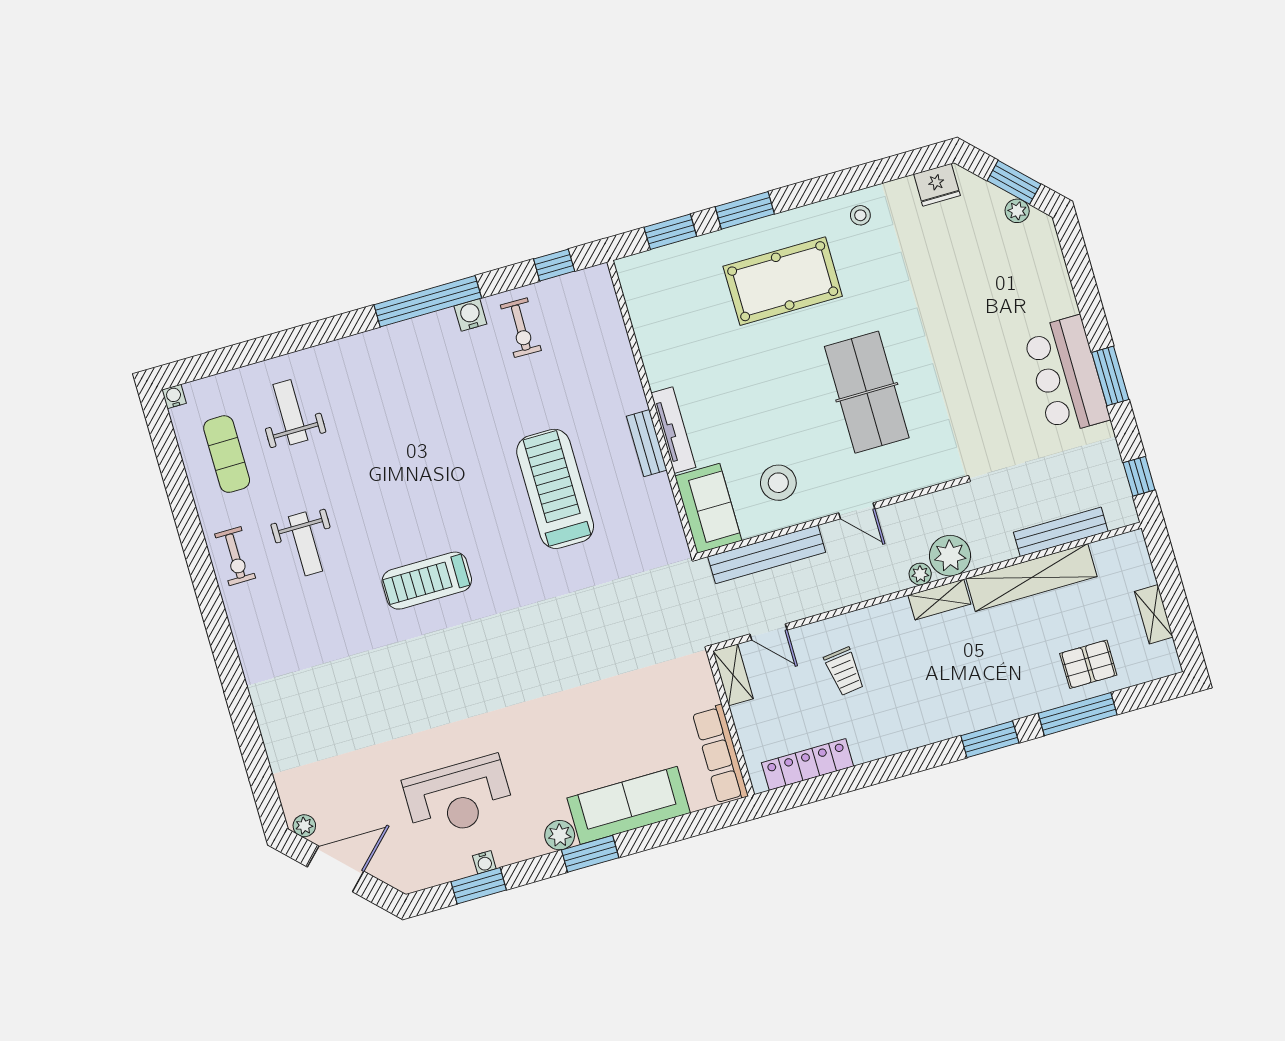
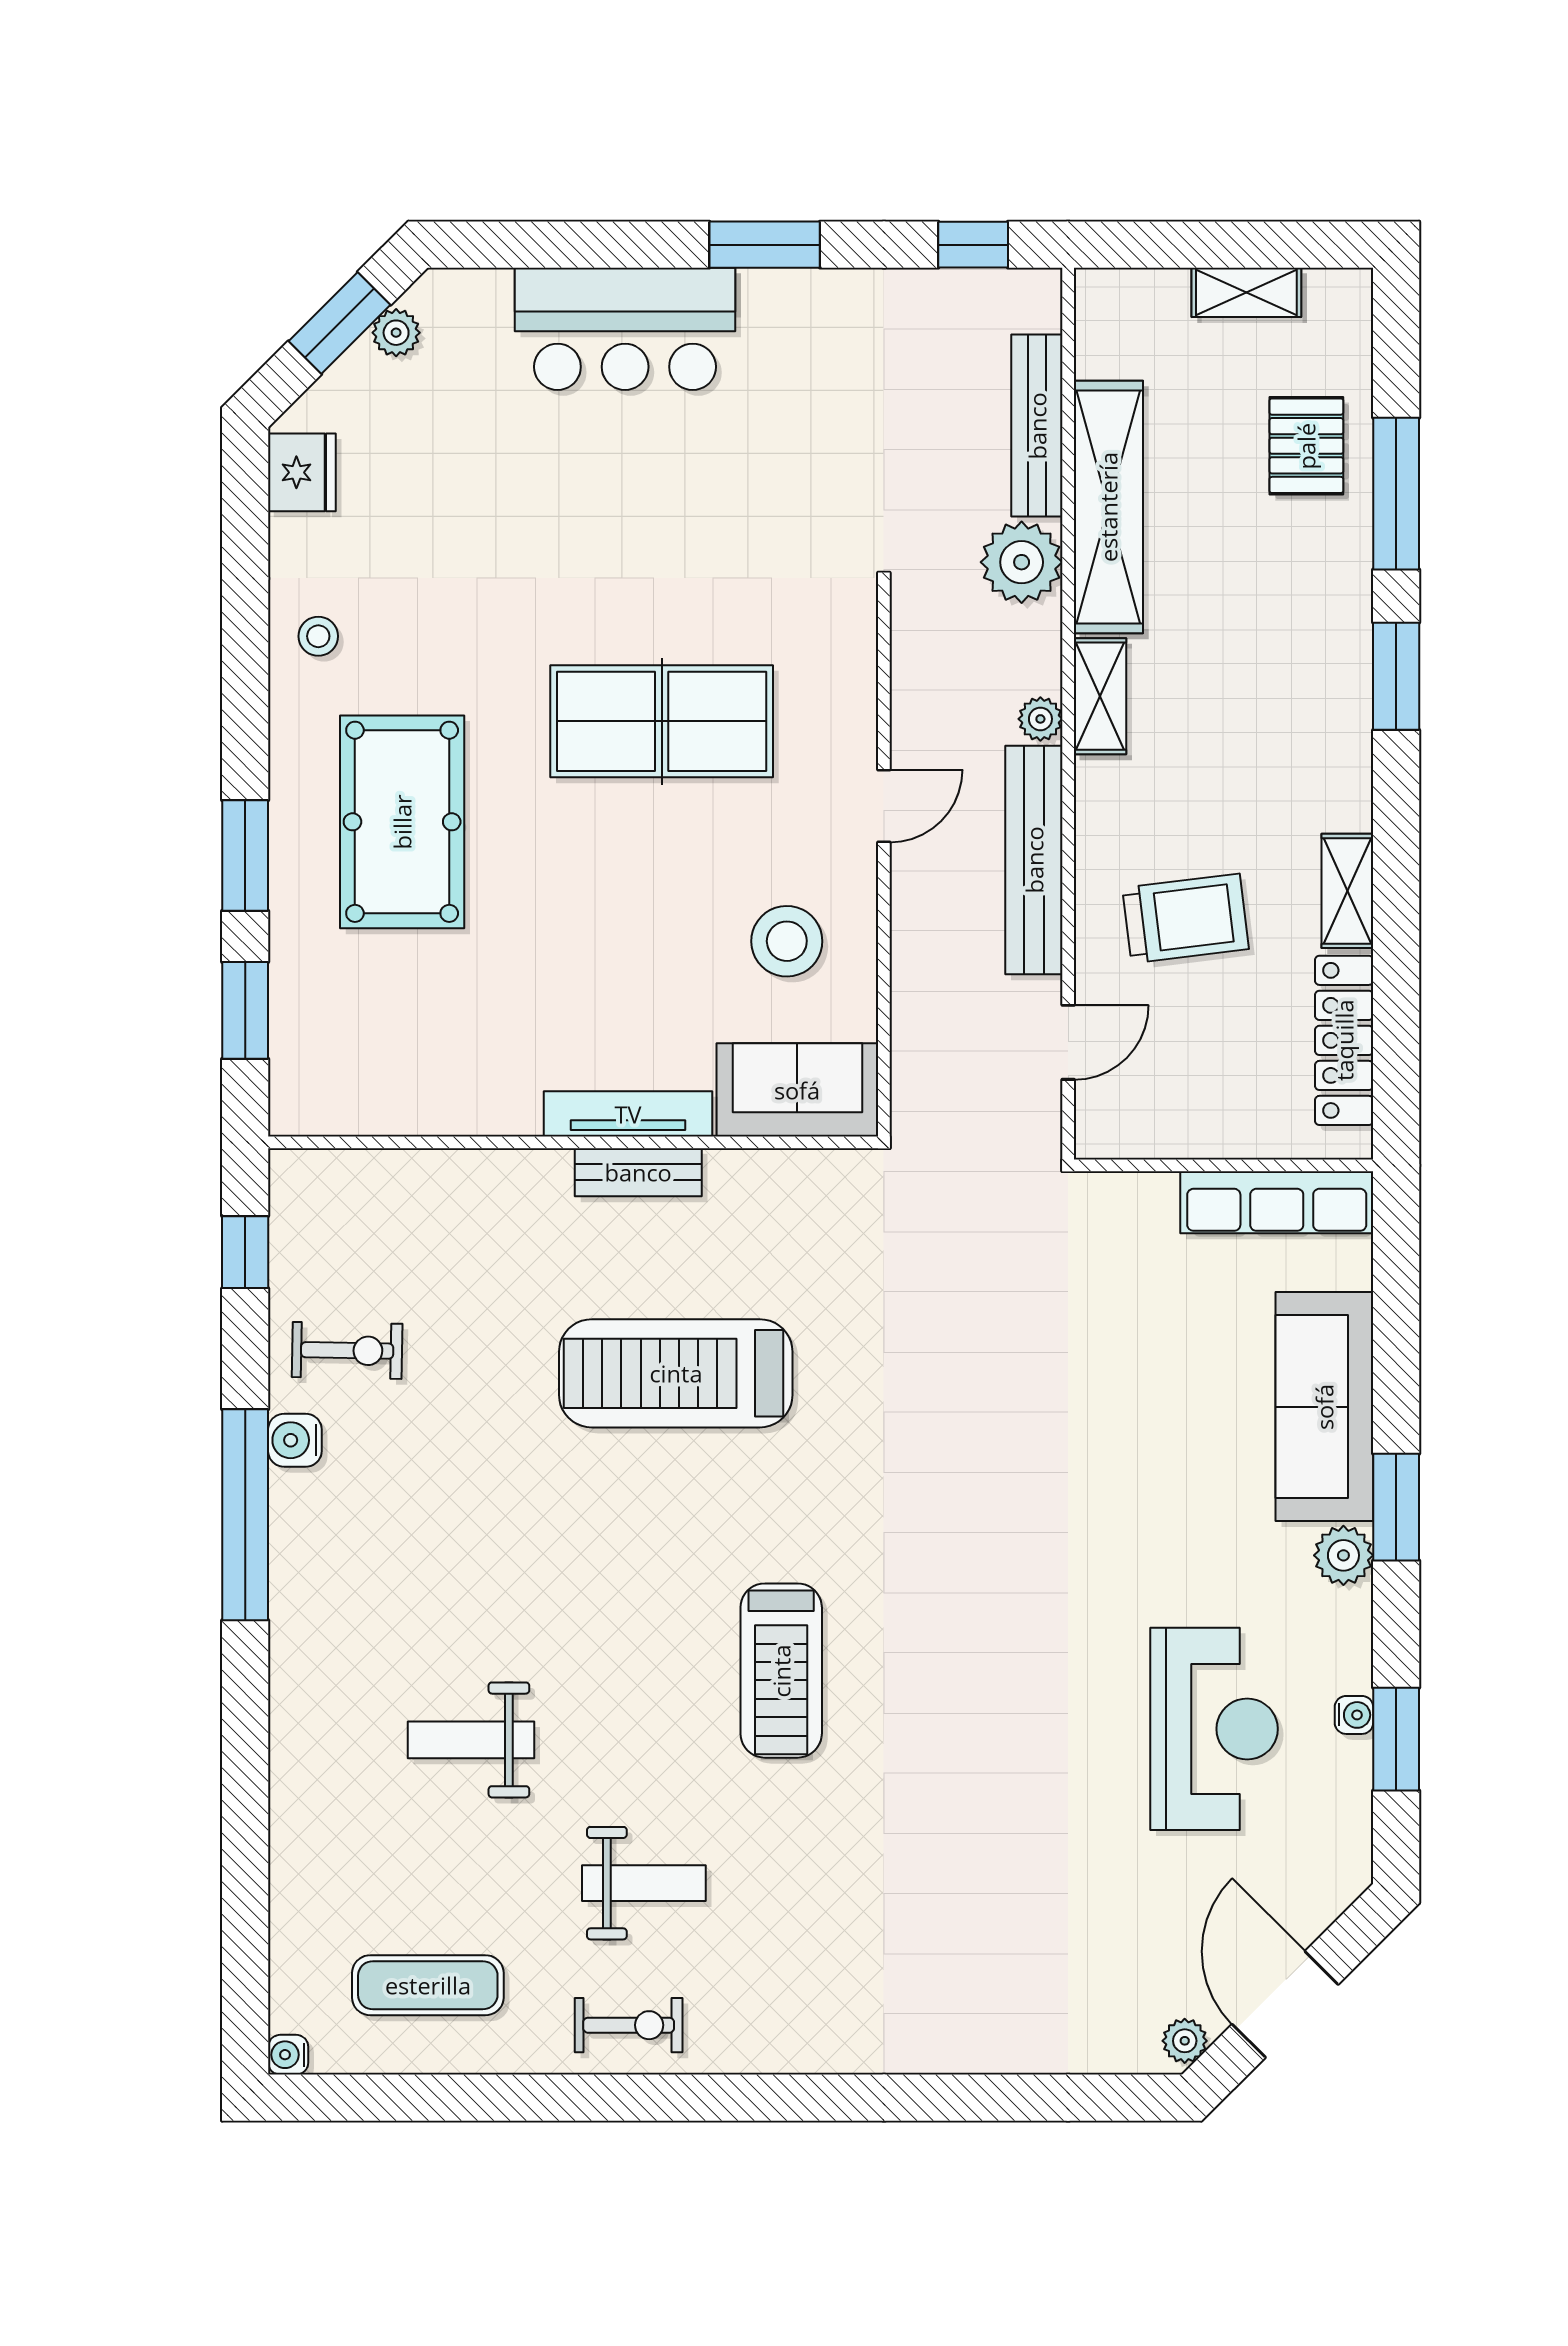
bar counter: (1066, 375) -> (625, 329), moved
weight bench: (290, 412) -> (471, 1740), moved
bench: (767, 554) -> (1034, 860), moved
plant: (950, 556) -> (1022, 562), moved
trolley: (844, 671) -> (1186, 918), width x1.36, depth x1.39
shelving: (733, 675) -> (1347, 891), moved, turned 90

